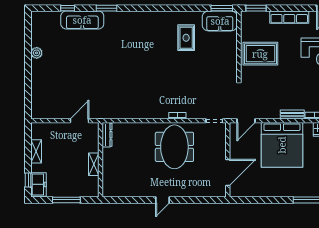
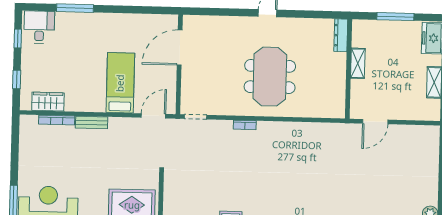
dresser: (107, 135) -> (341, 35), moved
bed: (282, 145) -> (120, 83), width x0.49
meeting table: (174, 147) -> (270, 77), moved

